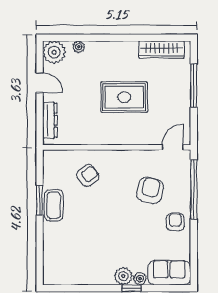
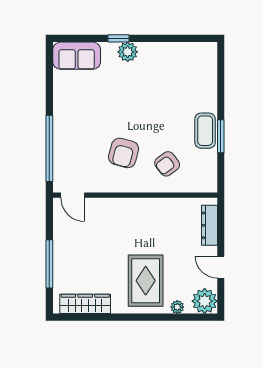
rug: (124, 97) -> (146, 281), moved, turned 90
door: (173, 147) -> (73, 195), hinge flipped
armchair: (150, 190) -> (124, 153), moved
armchair: (175, 222) -> (70, 112), removed
plant: (140, 279) -> (109, 49), removed

